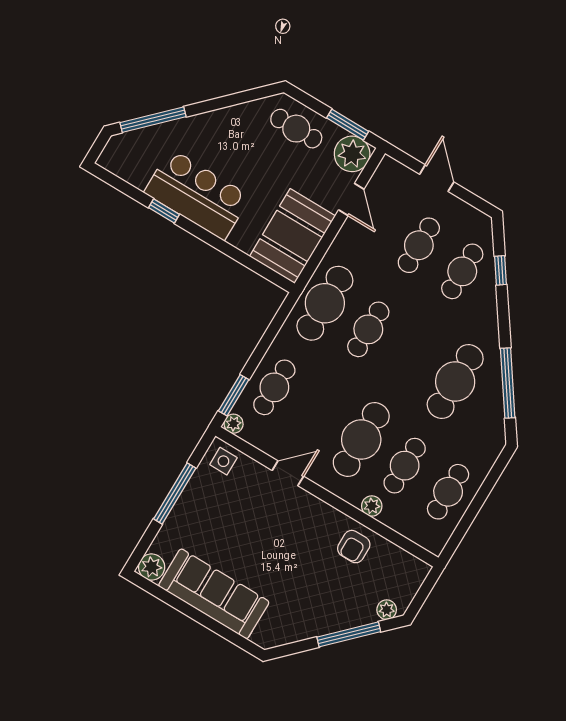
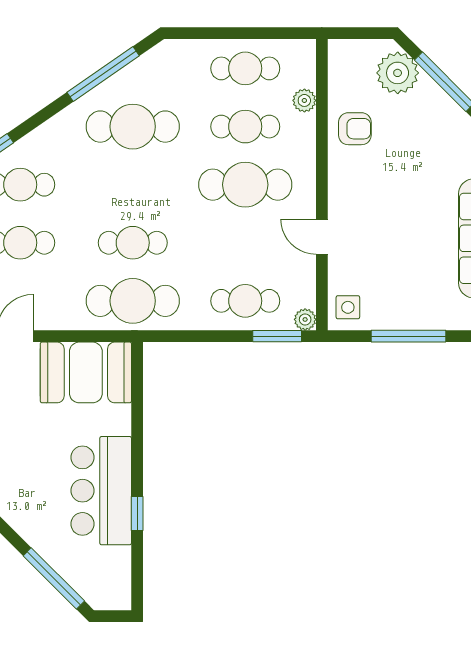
plant: (372, 506) -> (304, 100), moved
plant: (387, 610) -> (398, 73), width x1.88, depth x1.88

